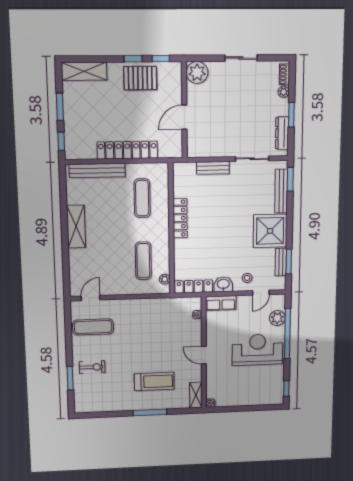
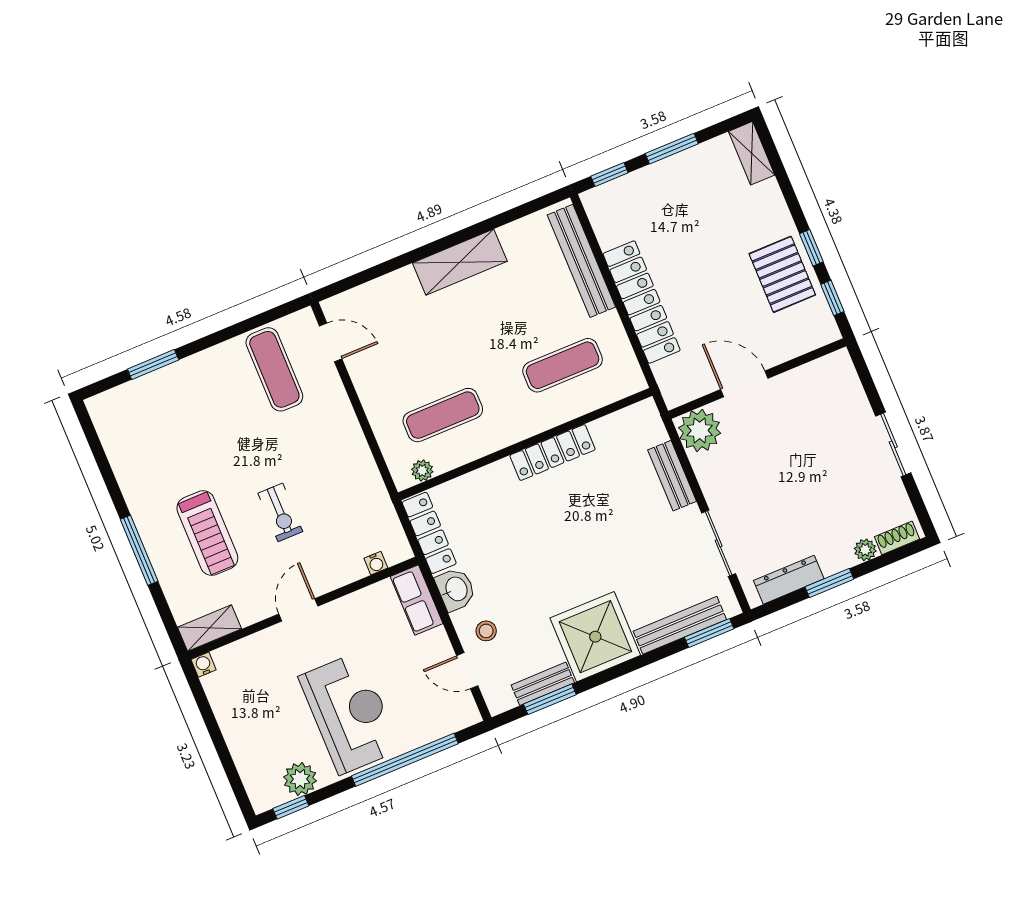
shelving: (84, 71) -> (752, 153), width x0.67, depth x0.75
plant: (197, 72) -> (700, 430), moved
plant: (277, 318) -> (300, 779), moved
exercise bike: (92, 367) -> (280, 512), moved

